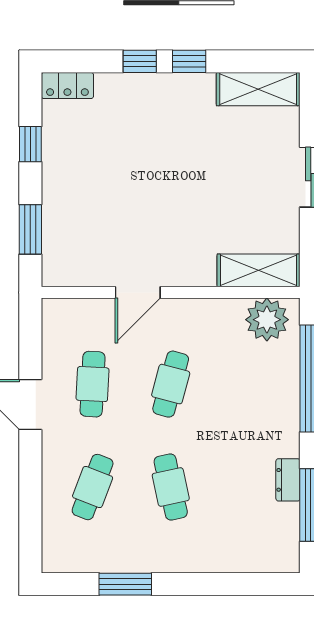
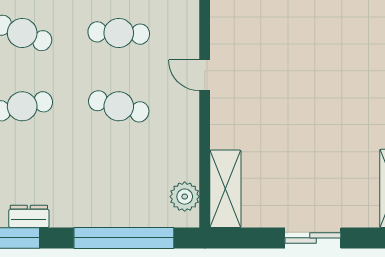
door: (138, 292) -> (205, 75), width x0.73
plant: (267, 320) -> (185, 197), width x0.73, depth x0.73

